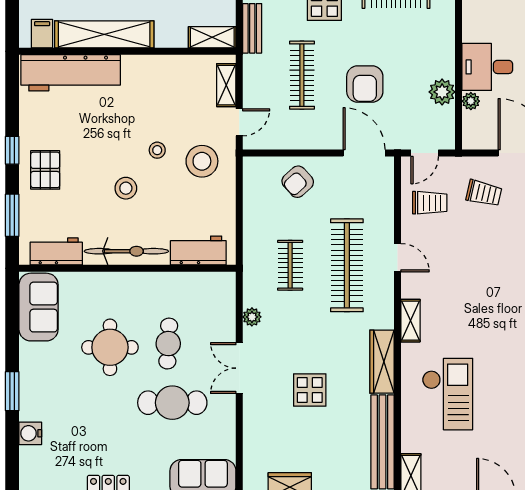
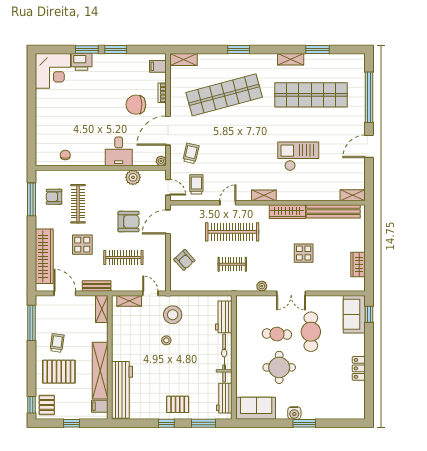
plant: (471, 101) -> (161, 161), moved
stool: (126, 188) -> (188, 358), removed
checkout: (448, 394) -> (298, 156), moved
water cooler: (30, 433) -> (294, 413), moved

